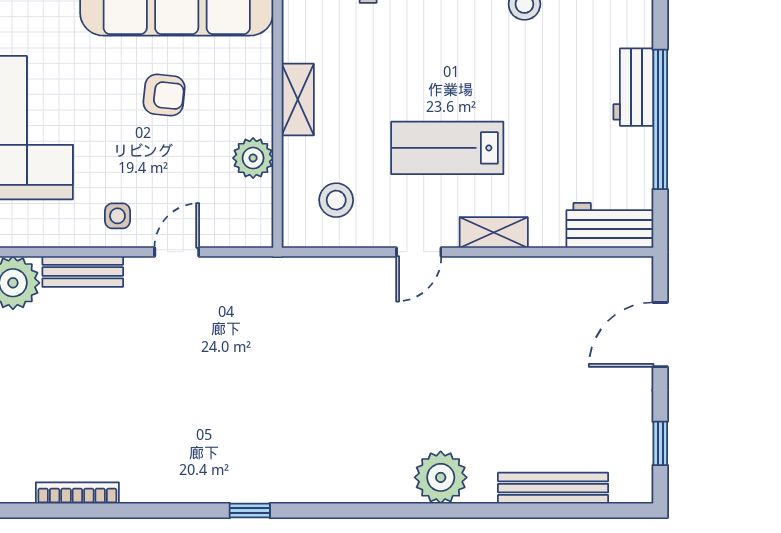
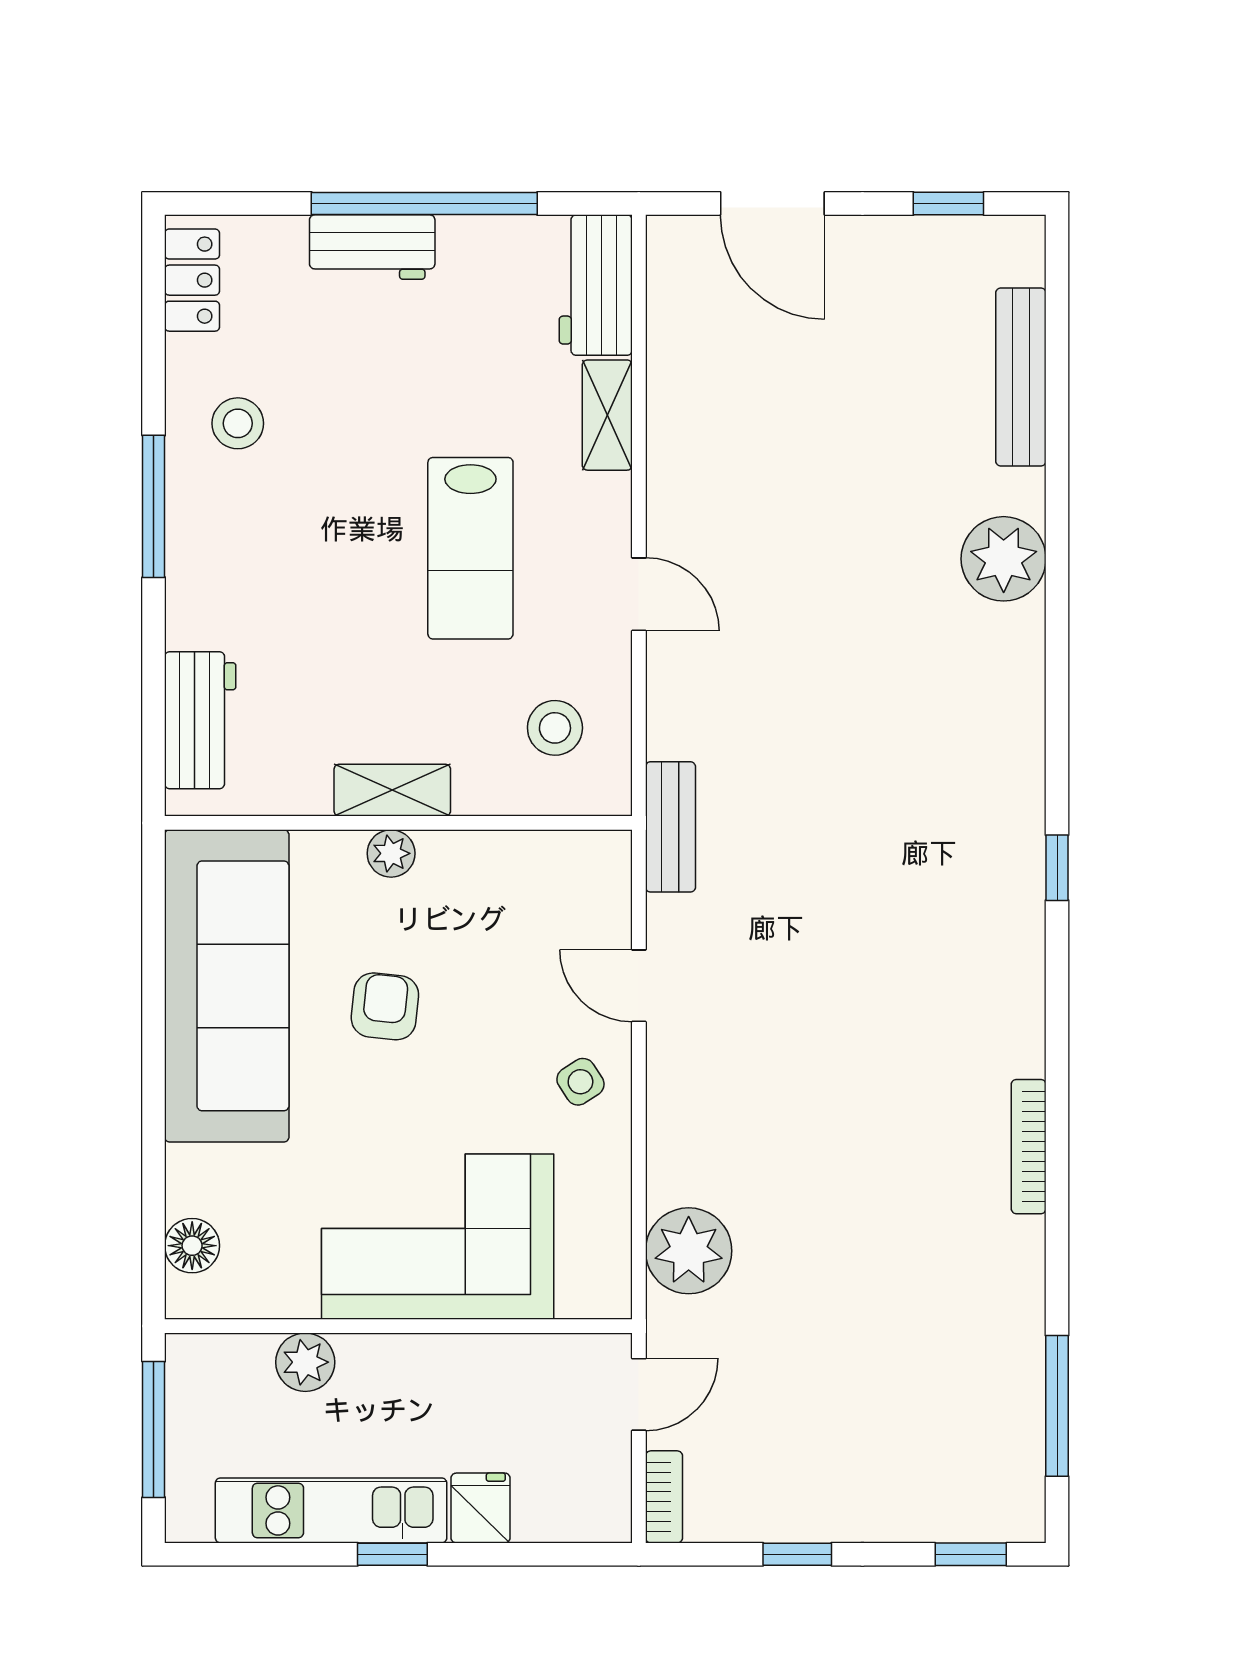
plant: (253, 158) -> (391, 853), moved, width x0.73, depth x0.73
side table: (117, 216) -> (580, 1082), turned -33
shelving: (494, 232) -> (607, 415), moved
bench: (83, 272) -> (670, 827), moved

